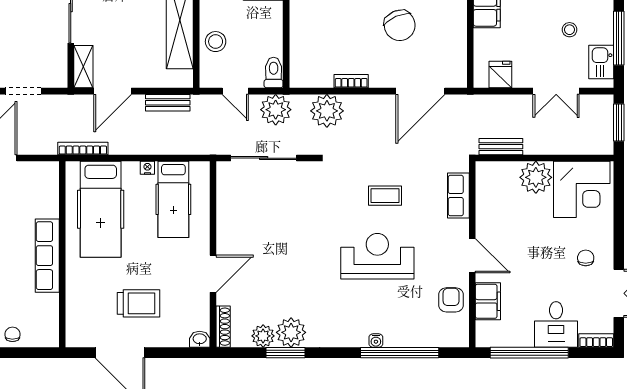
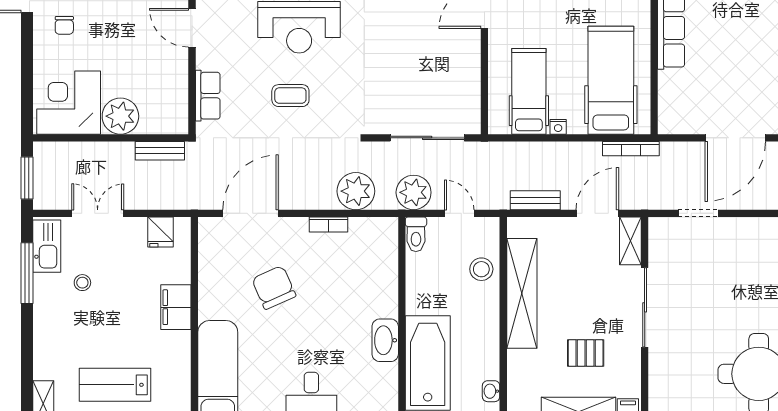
kitchen sink: (601, 62) -> (47, 246), width x1.38

